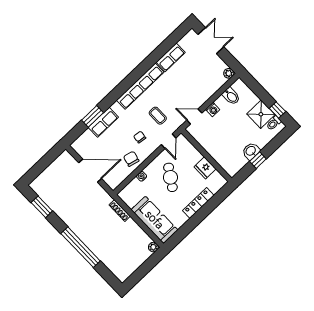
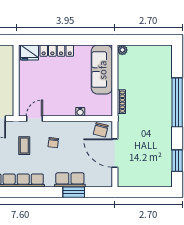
chair: (131, 159) -> (101, 130), moved
fridge: (205, 168) -> (29, 53), moved, turned 90
cafe table: (170, 177) -> (59, 90), removed

